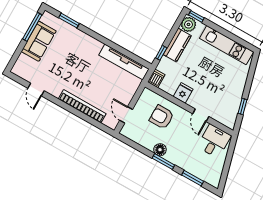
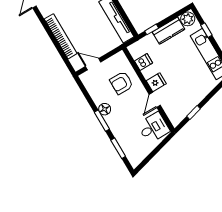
window: (196, 16) -> (206, 30), moved
dishwasher: (156, 78) -> (144, 62), moved
fridge: (183, 93) -> (156, 82), moved
door: (126, 115) -> (93, 64), hinge flipped
armchair: (162, 117) -> (121, 83), turned -90

